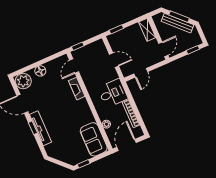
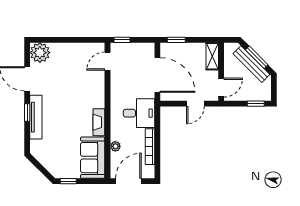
door: (114, 60) -> (157, 75), width x1.88
floor lamp: (40, 71) -> (65, 49), removed
door: (141, 73) -> (195, 104), moved
fireplace: (77, 89) -> (99, 122), moved

